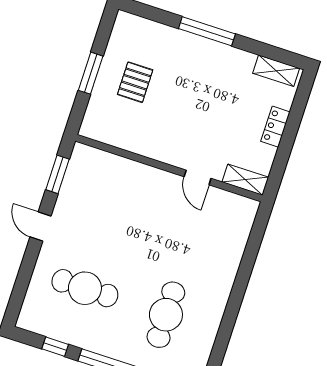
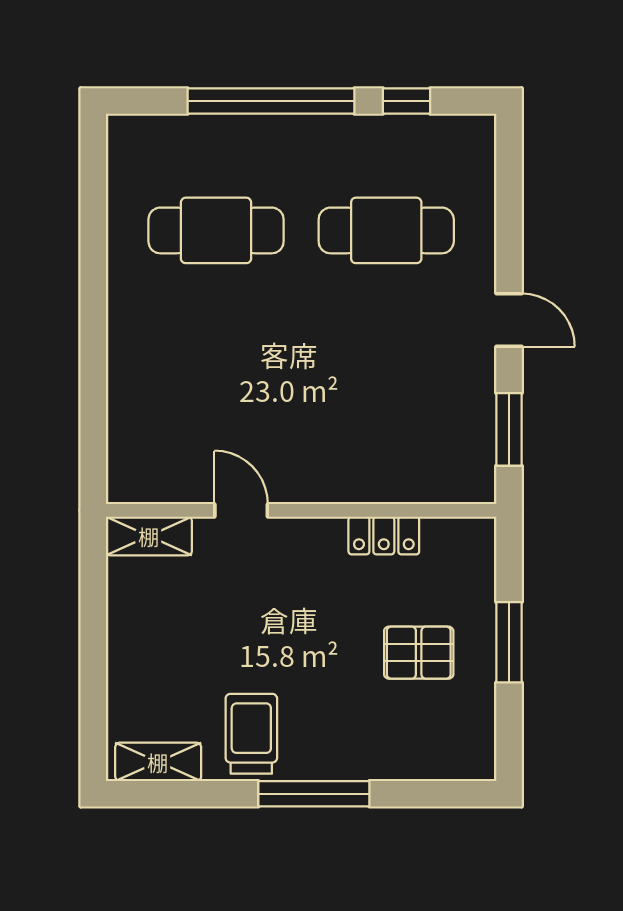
trolley: (227, 70) -> (251, 734), added
pallet: (135, 82) -> (419, 653), turned 90
locker: (275, 127) -> (384, 536), moved, turned 90
cafe table: (166, 315) -> (216, 230), turned 90

